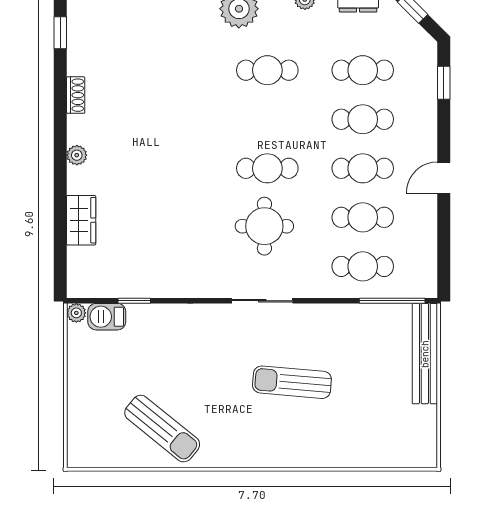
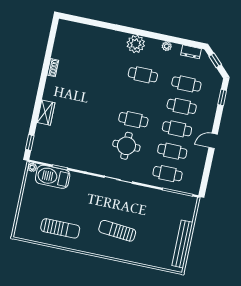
window: (60, 33) -> (30, 143), moved
plant: (77, 155) -> (48, 95), removed
wardrobe: (81, 220) -> (46, 113), moved
barbecue: (107, 317) -> (53, 177), width x1.88, depth x1.53
bench: (425, 354) -> (182, 244), moved
sun lounger: (292, 382) -> (117, 231), moved
sun lounger: (162, 429) -> (60, 228), turned -39

